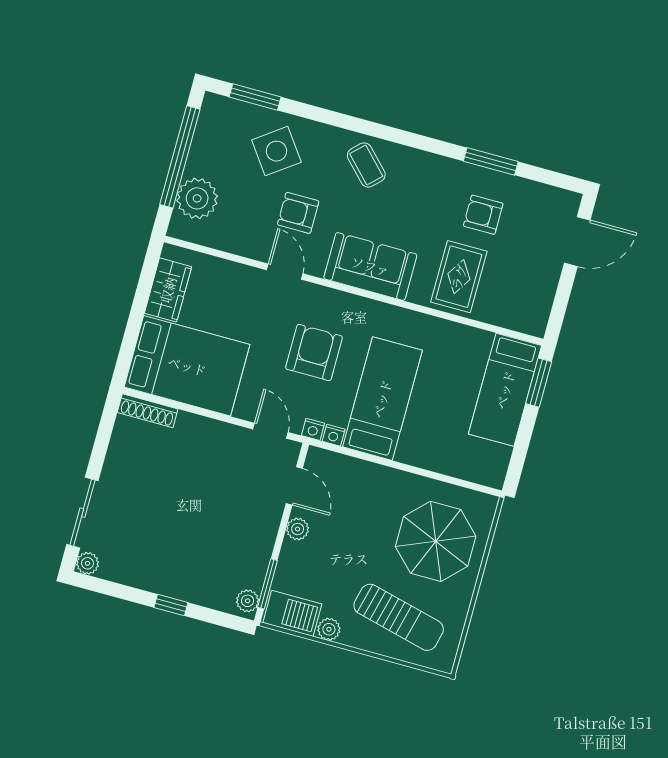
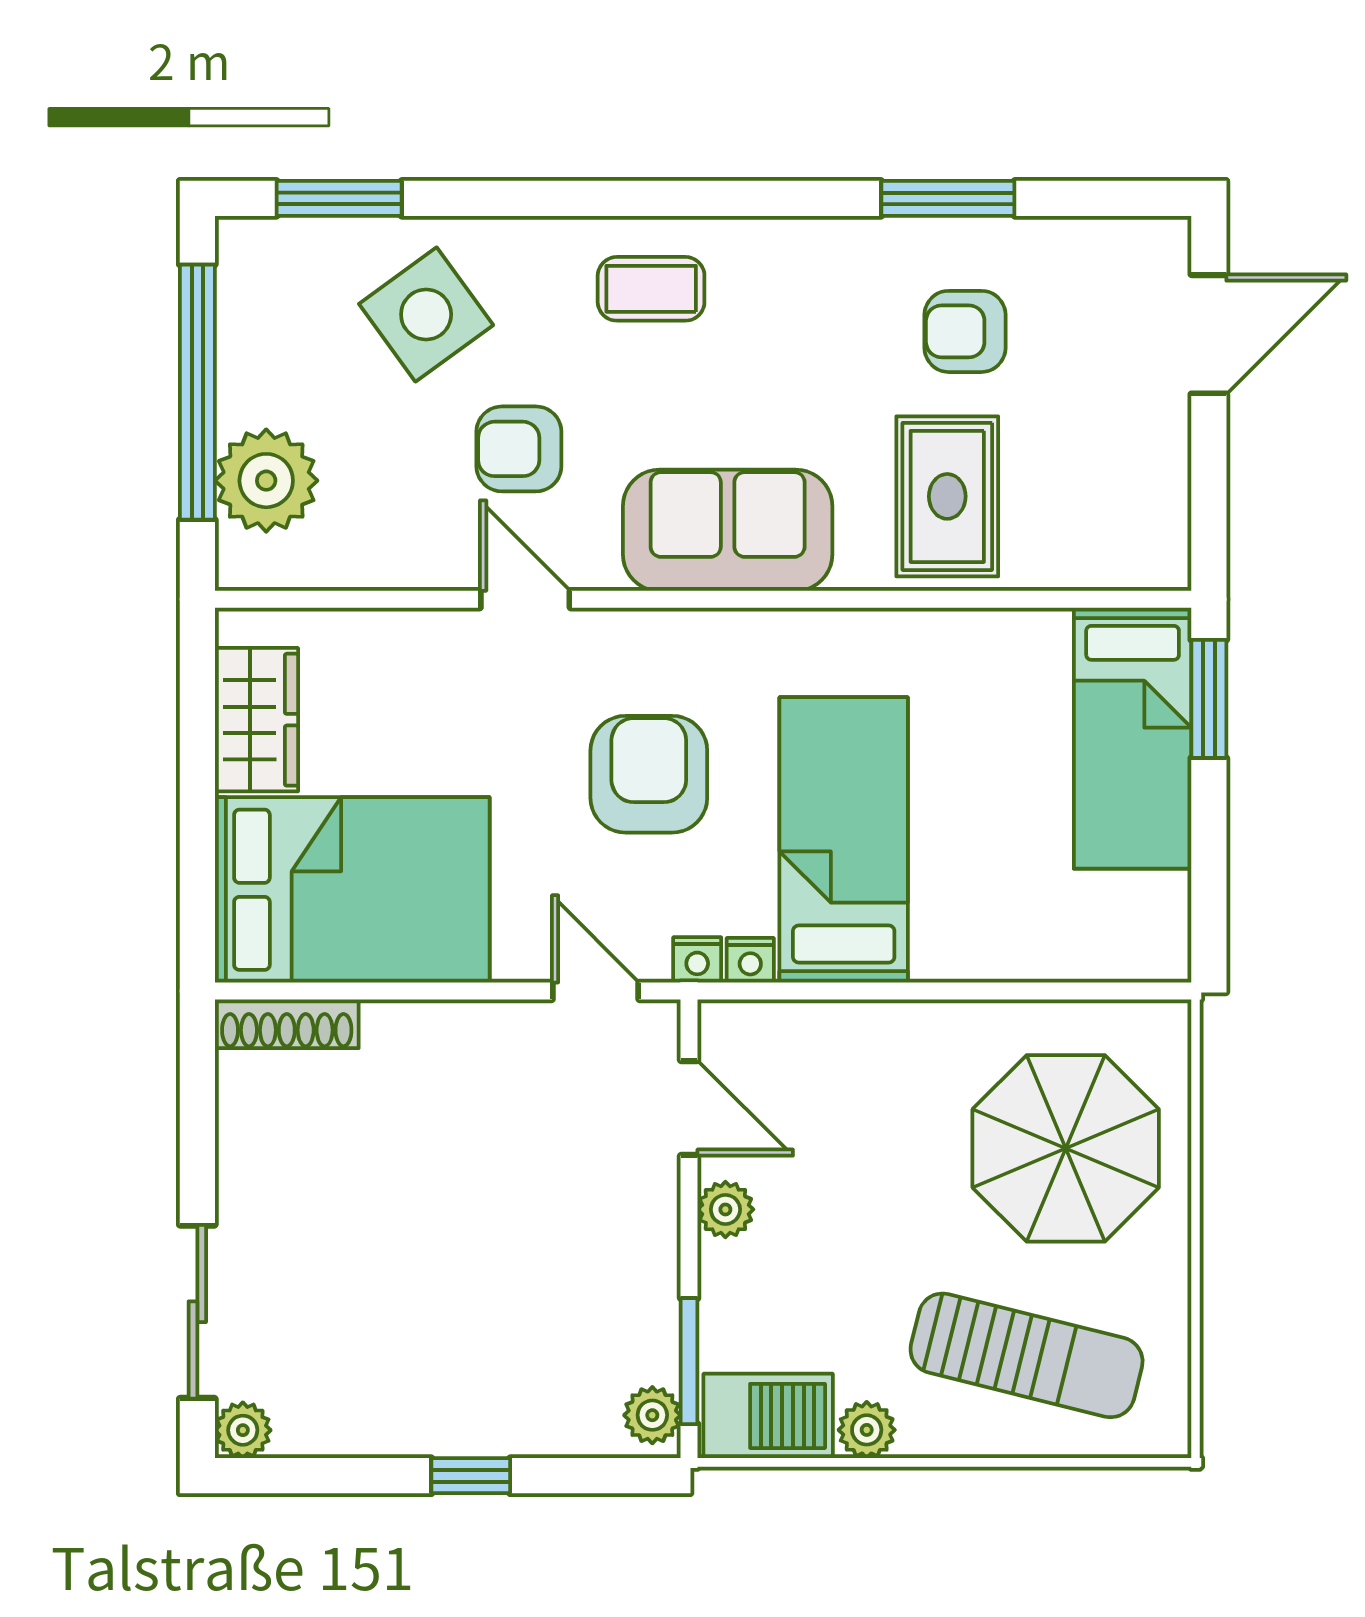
coffee table: (366, 165) -> (651, 289), turned -46

